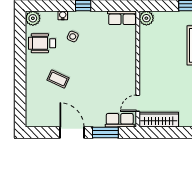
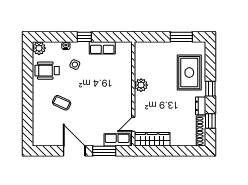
row of seats: (122, 18) -> (102, 48), moved
plant: (146, 18) -> (141, 85), moved

